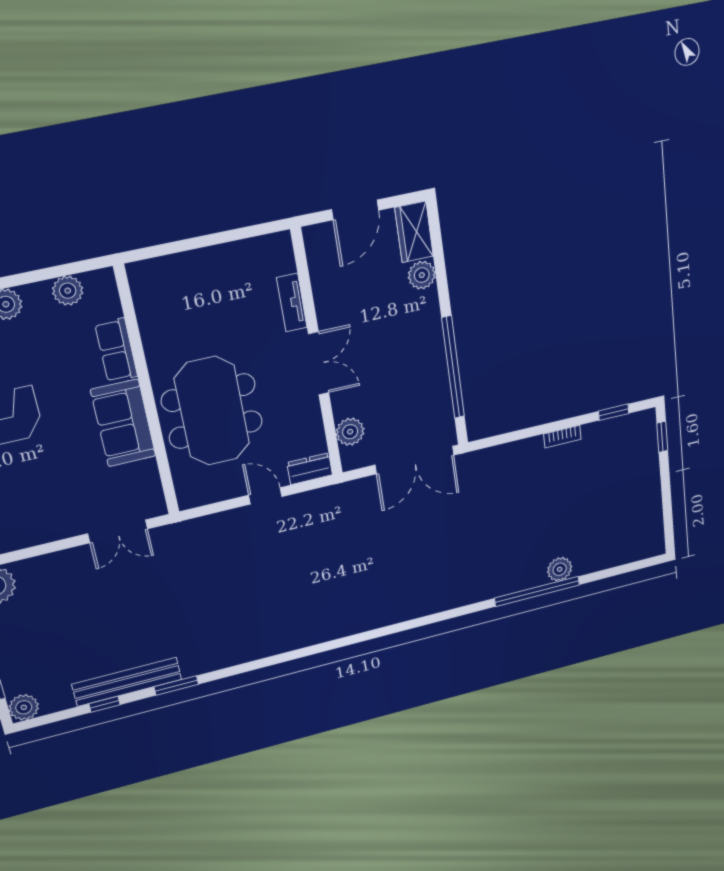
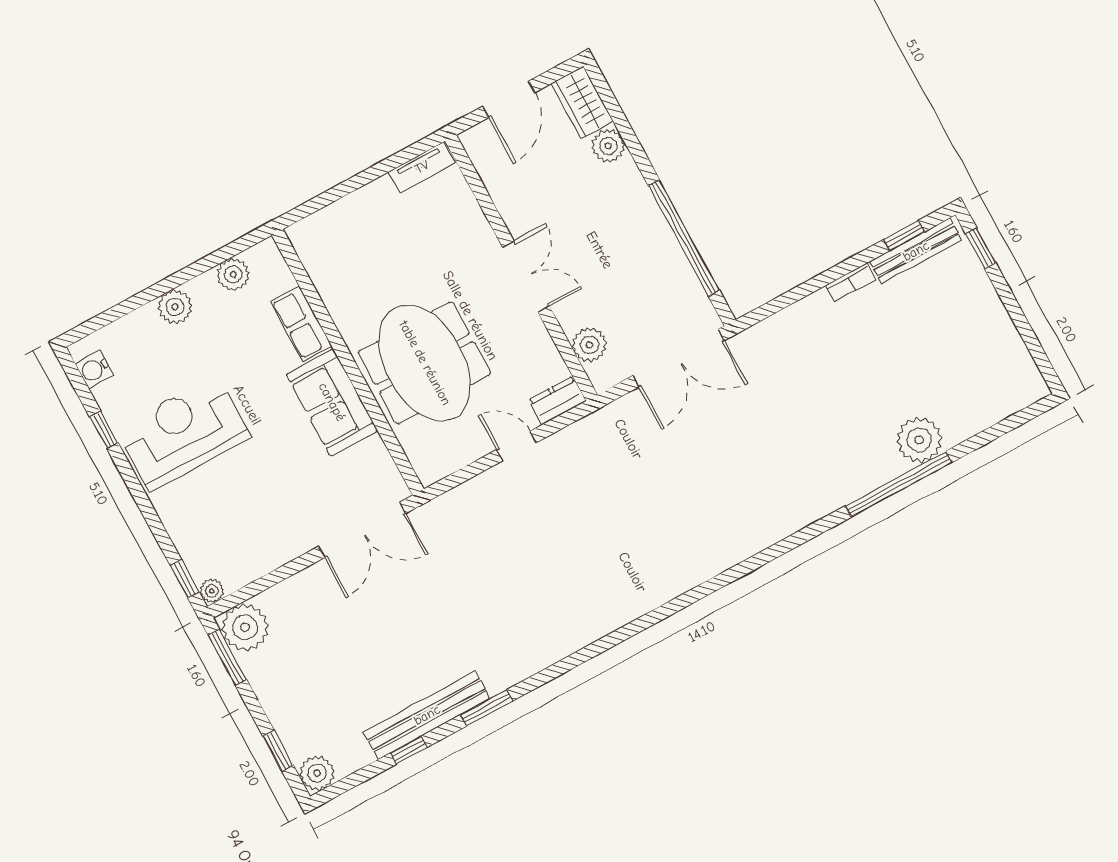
tv unit: (292, 303) -> (422, 167), moved, turned -90
bench: (617, 426) -> (916, 251), added
double door: (118, 531) -> (362, 530), width x1.37
plant: (560, 569) -> (919, 440), width x1.36, depth x1.36

